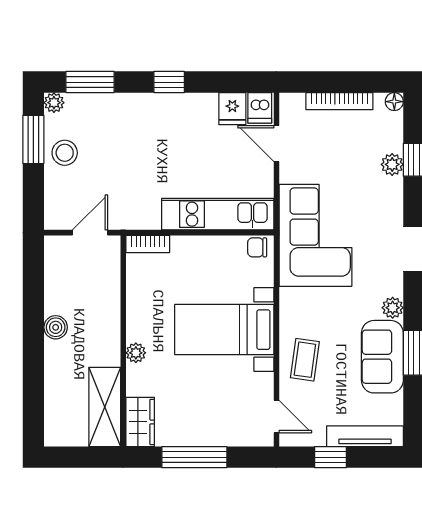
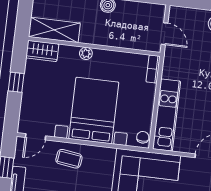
bed with nightstands: (224, 330) -> (94, 111), width x1.36
window: (194, 457) -> (16, 82), width x0.46

